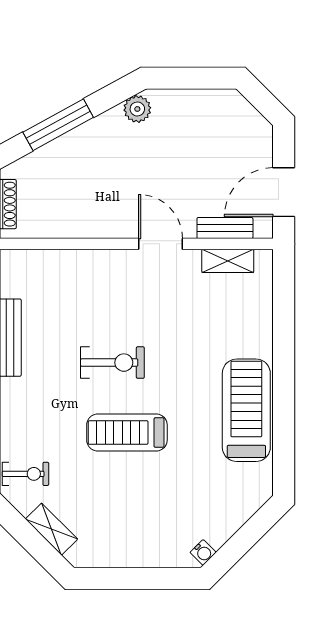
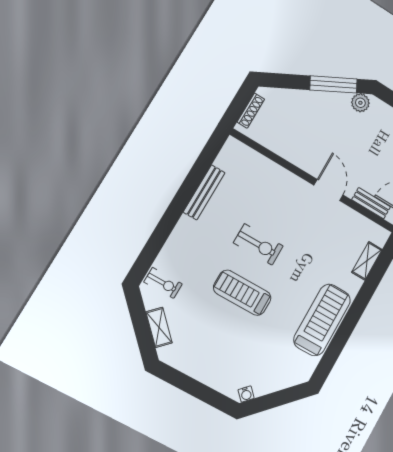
window: (58, 125) -> (334, 84), moved
shelving: (228, 261) -> (367, 261), moved, turned 90

